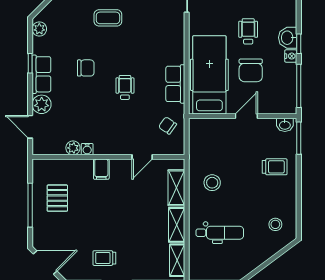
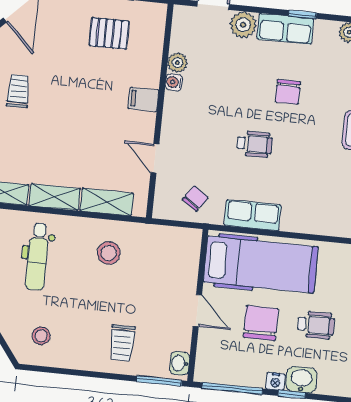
chair: (251, 70) -> (261, 323), turned 90

